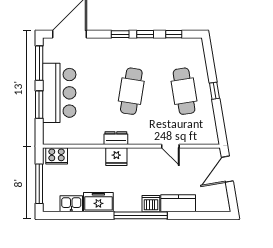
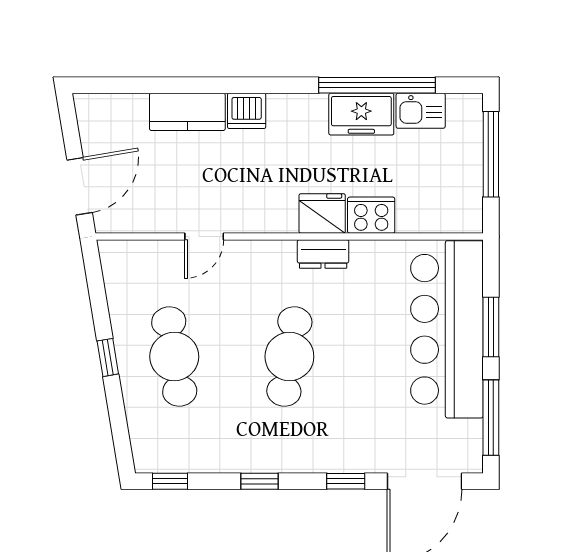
window: (120, 34) -> (346, 481), moved
window: (174, 34) -> (170, 481), moved
bar counter: (59, 93) -> (447, 329), width x1.36
door: (170, 146) -> (204, 236), swing flipped
cooker: (57, 156) -> (371, 215), moved
window: (141, 215) -> (377, 85), moved

